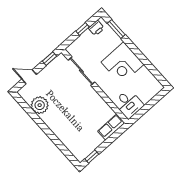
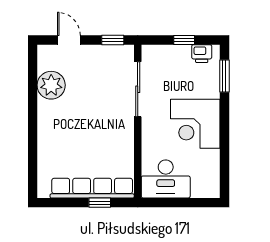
desk: (129, 104) -> (166, 179), width x1.37
row of seats: (111, 127) -> (92, 188), width x2.02
window: (92, 157) -> (100, 203), moved

